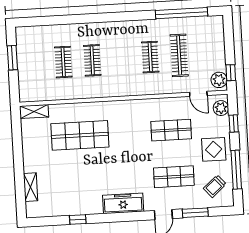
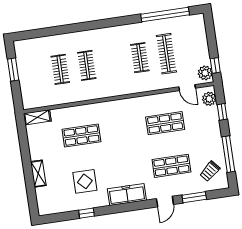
shop shelf: (80, 135) -> (81, 136), width x0.70, depth x0.74
display table: (214, 149) -> (85, 181), moved
shelving: (31, 187) -> (38, 174), moved

